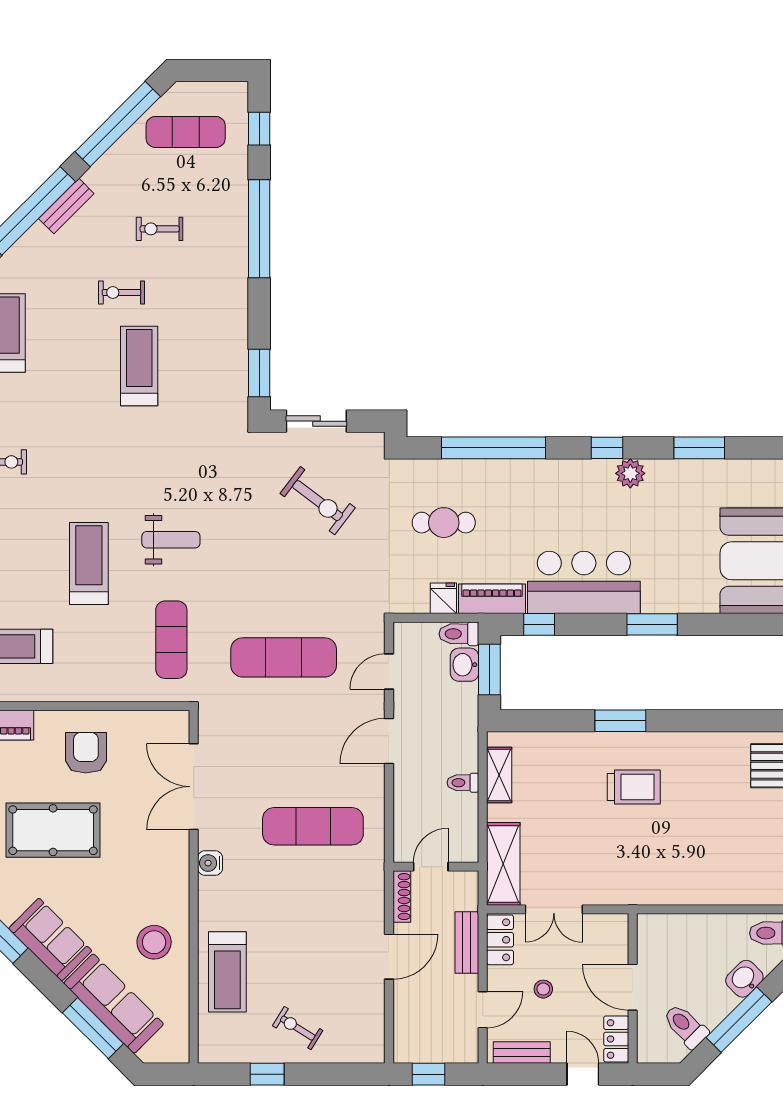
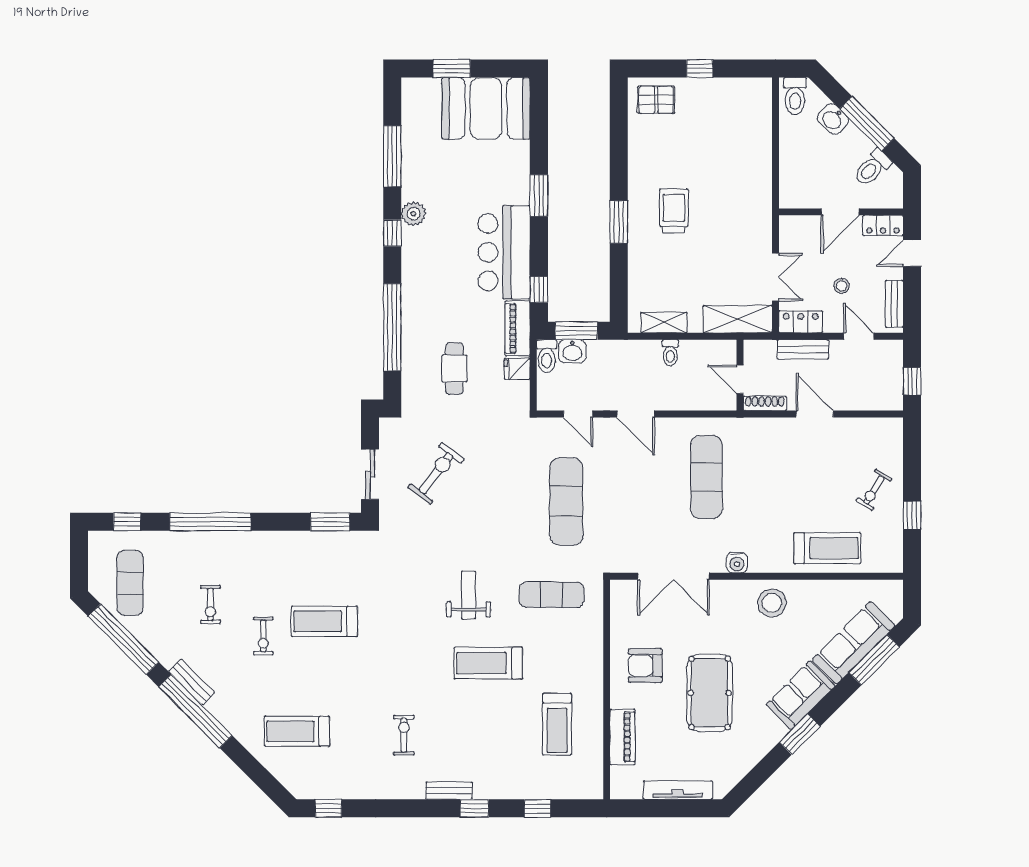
window: (699, 448) -> (392, 156), width x1.44
stool: (154, 942) -> (772, 603), moved

